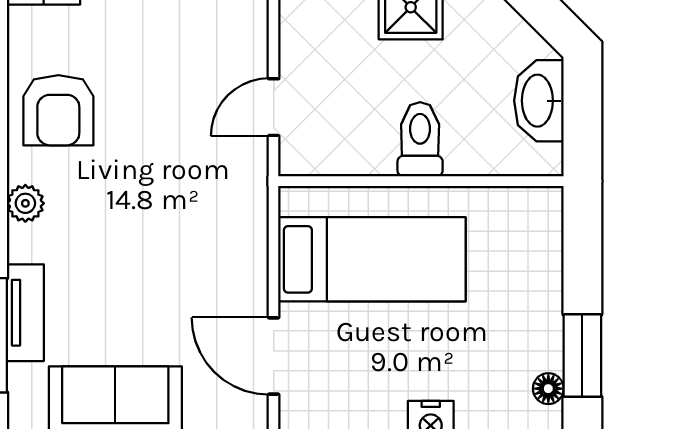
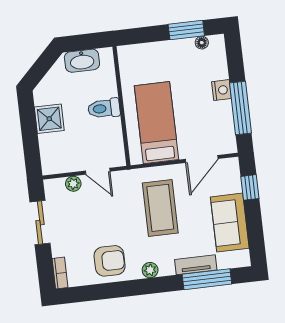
plant: (251, 46) -> (73, 184), added
coffee table: (169, 245) -> (160, 208), added

